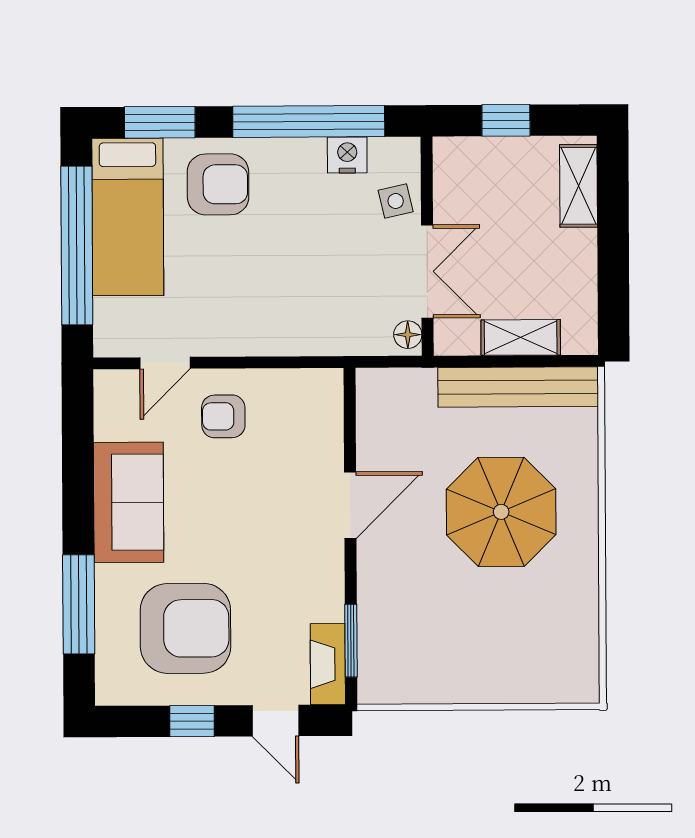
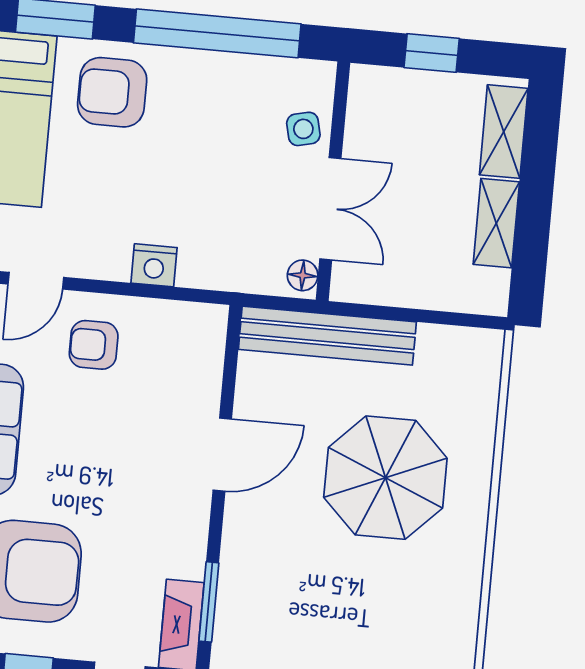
nightstand: (347, 155) -> (154, 265), moved, turned 180
armchair: (218, 184) -> (112, 92), turned 180
shelving: (521, 337) -> (496, 223), moved, turned 90
bench: (518, 387) -> (327, 336), moved

